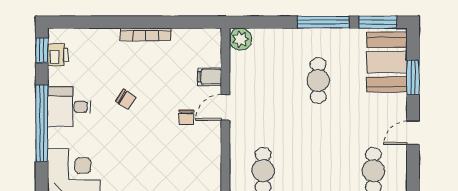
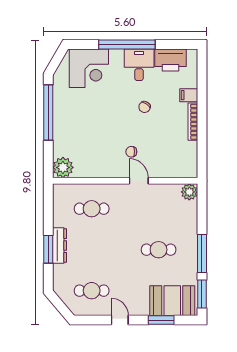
window: (42, 50) -> (181, 44), removed
printer: (58, 55) -> (170, 60), width x1.87, depth x1.48
filing cabinet: (210, 77) -> (189, 95), moved, turned -90

